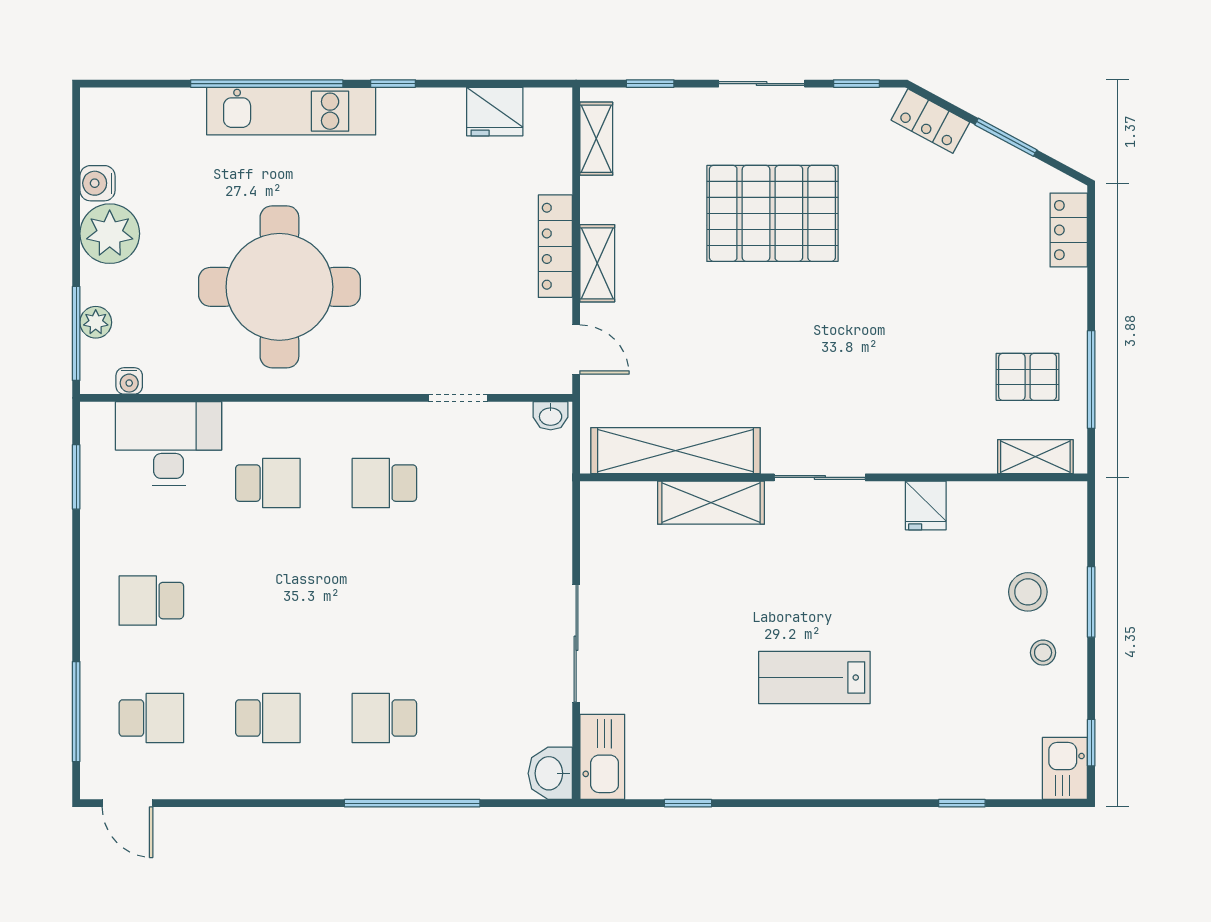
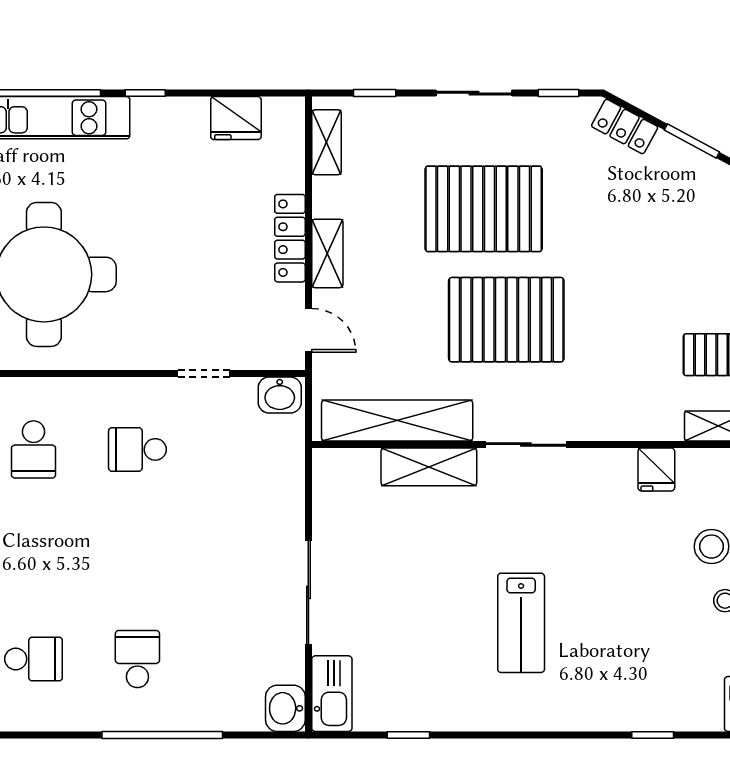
pallet: (798, 338) -> (506, 320), added
washbasin: (551, 416) -> (280, 395), width x1.38, depth x1.45
school desk: (268, 483) -> (34, 449), turned 90
fridge: (926, 506) -> (656, 469), moved
lab bench: (814, 677) -> (521, 623), turned -90
school desk: (384, 718) -> (137, 659), turned 90

